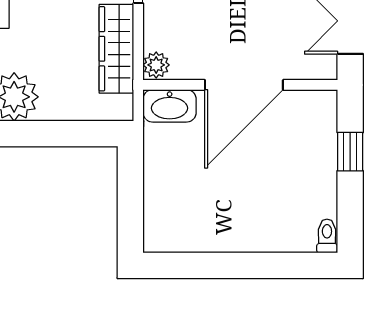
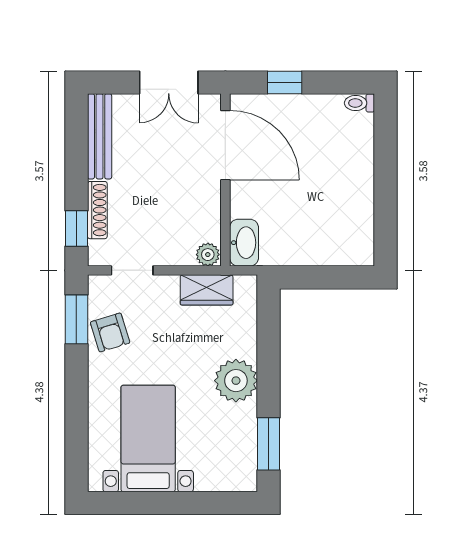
wardrobe: (116, 49) -> (207, 290), width x0.67
door: (244, 85) -> (225, 145), moved

